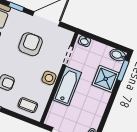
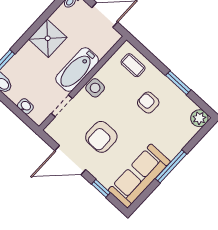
washbasin: (85, 41) -> (25, 106), moved
shower: (106, 79) -> (48, 38), moved

